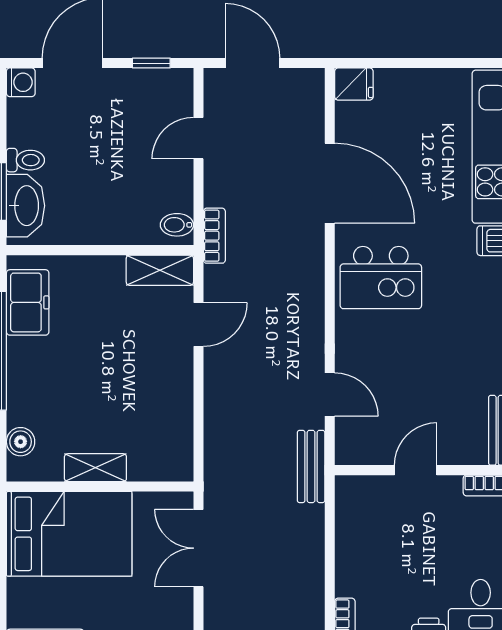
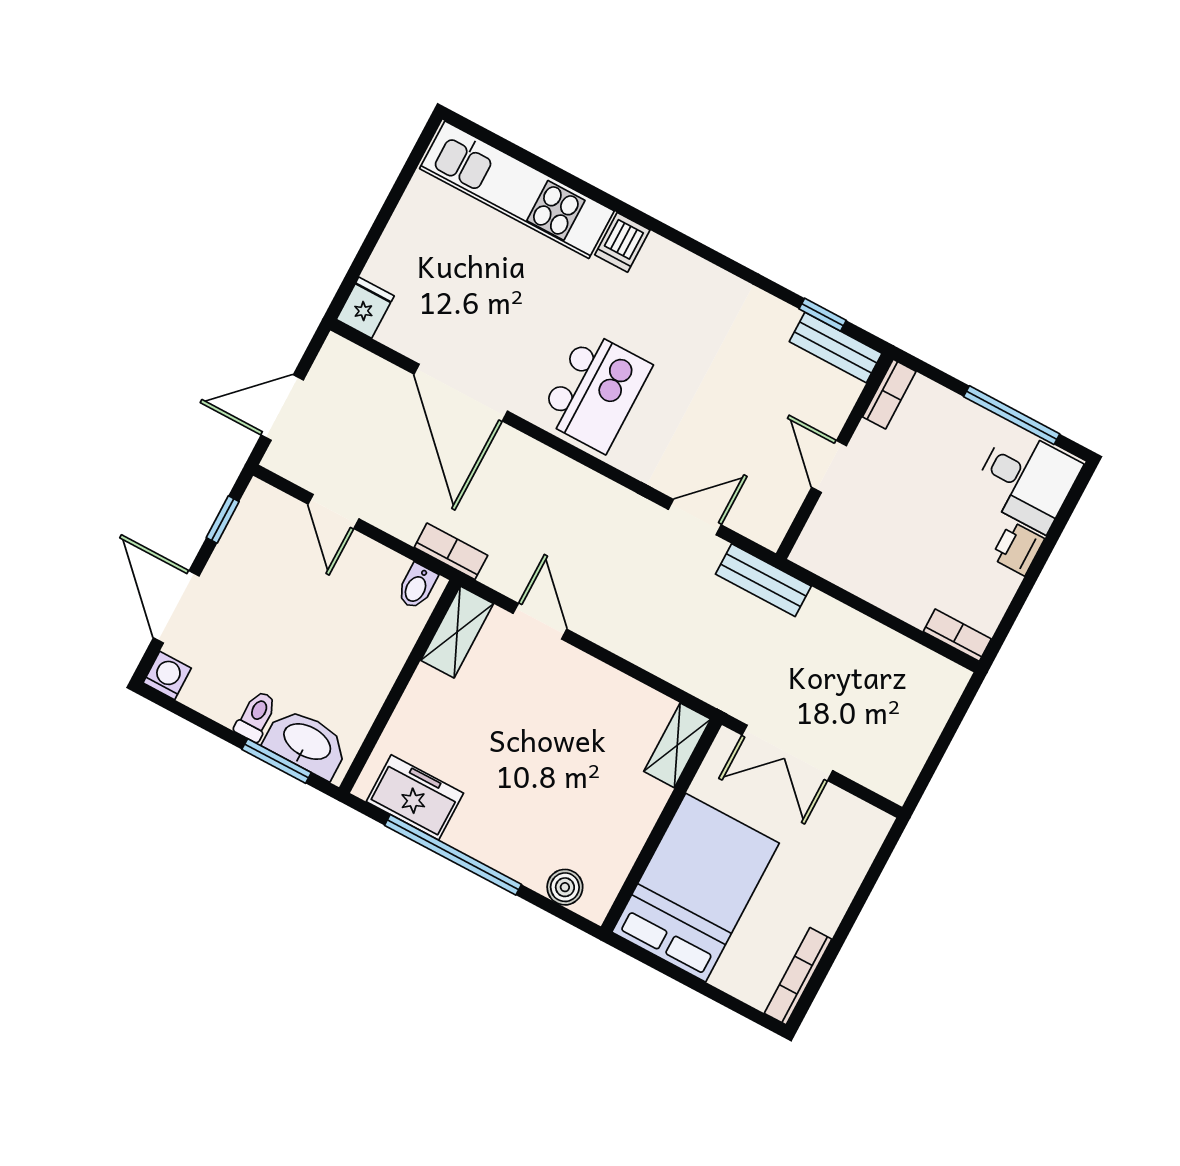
door: (330, 183) -> (461, 393), swing flipped
shelving: (95, 468) -> (677, 745), moved

